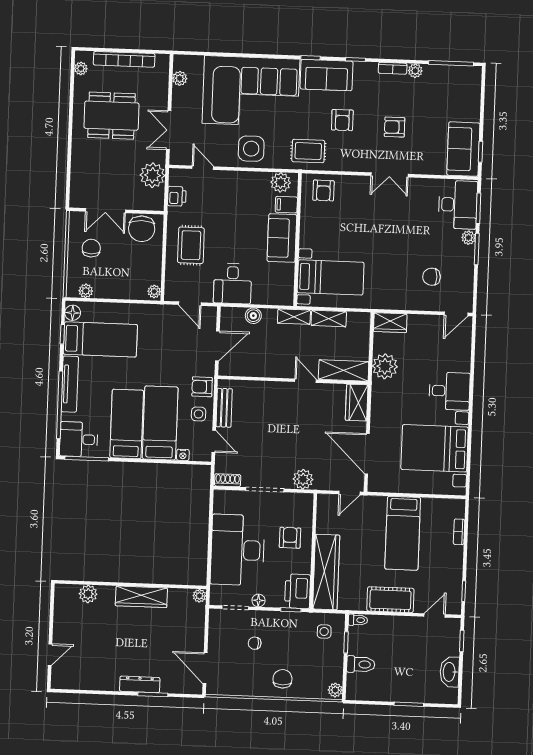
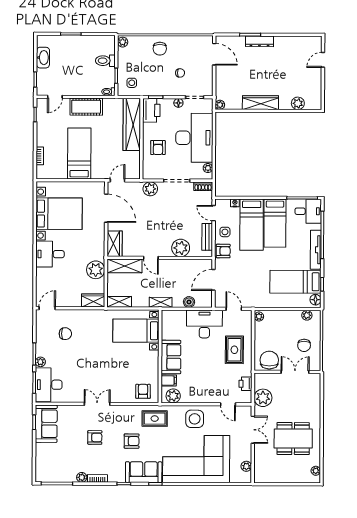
bookcase: (124, 59) -> (286, 478), removed
armchair: (342, 120) -> (132, 441), turned 90
desk: (233, 284) -> (204, 324), width x1.37
shelving: (329, 319) -> (119, 302), moved
plant: (263, 393) -> (181, 248), added
plant: (220, 506) -> (208, 168), added

